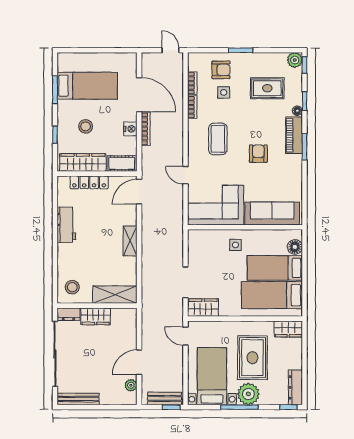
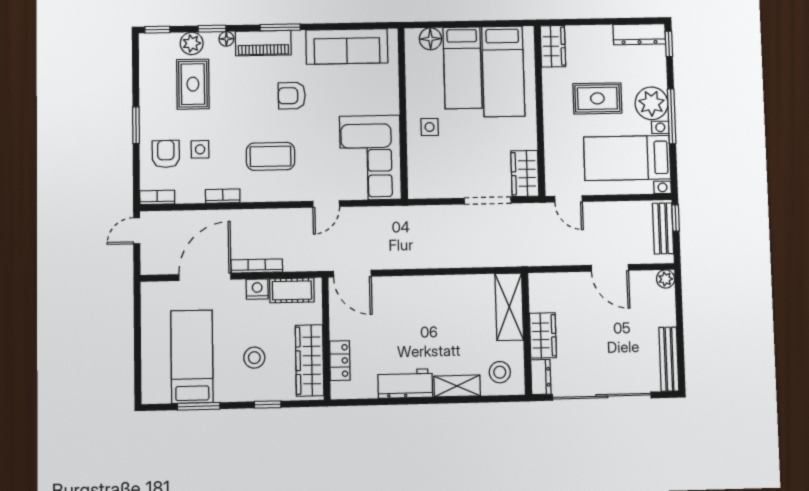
plant: (295, 60) -> (192, 43), moved
bookcase: (192, 83) -> (157, 197), moved
cot: (122, 164) -> (292, 290), moved, turned 90
locker: (89, 182) -> (340, 361), width x0.66
sofa: (272, 214) -> (347, 46), moved, turned -90
shelving: (130, 241) -> (457, 386), moved
door: (185, 336) -> (569, 199), hinge flipped
rug: (252, 358) -> (597, 98), width x0.73, depth x0.70
plant: (131, 385) -> (666, 279), moved

